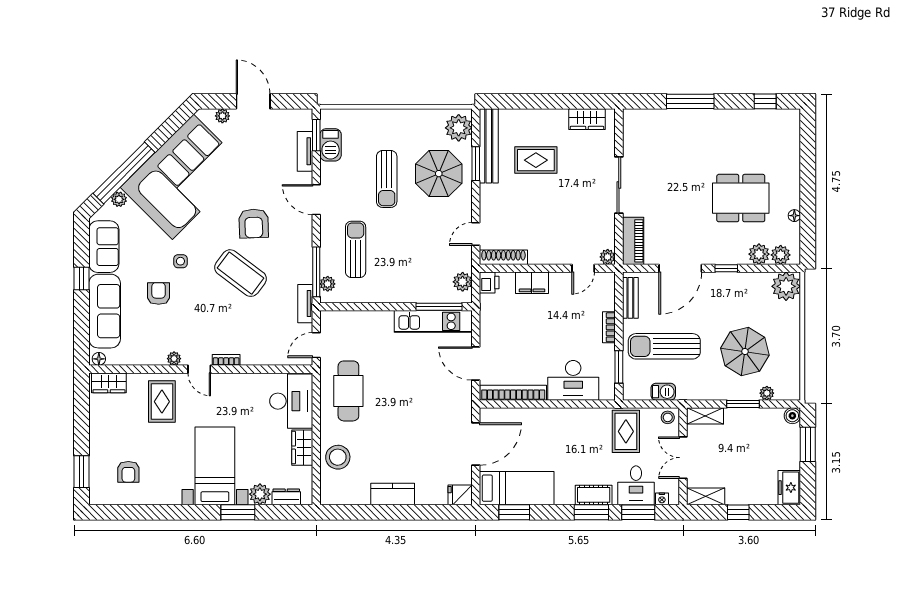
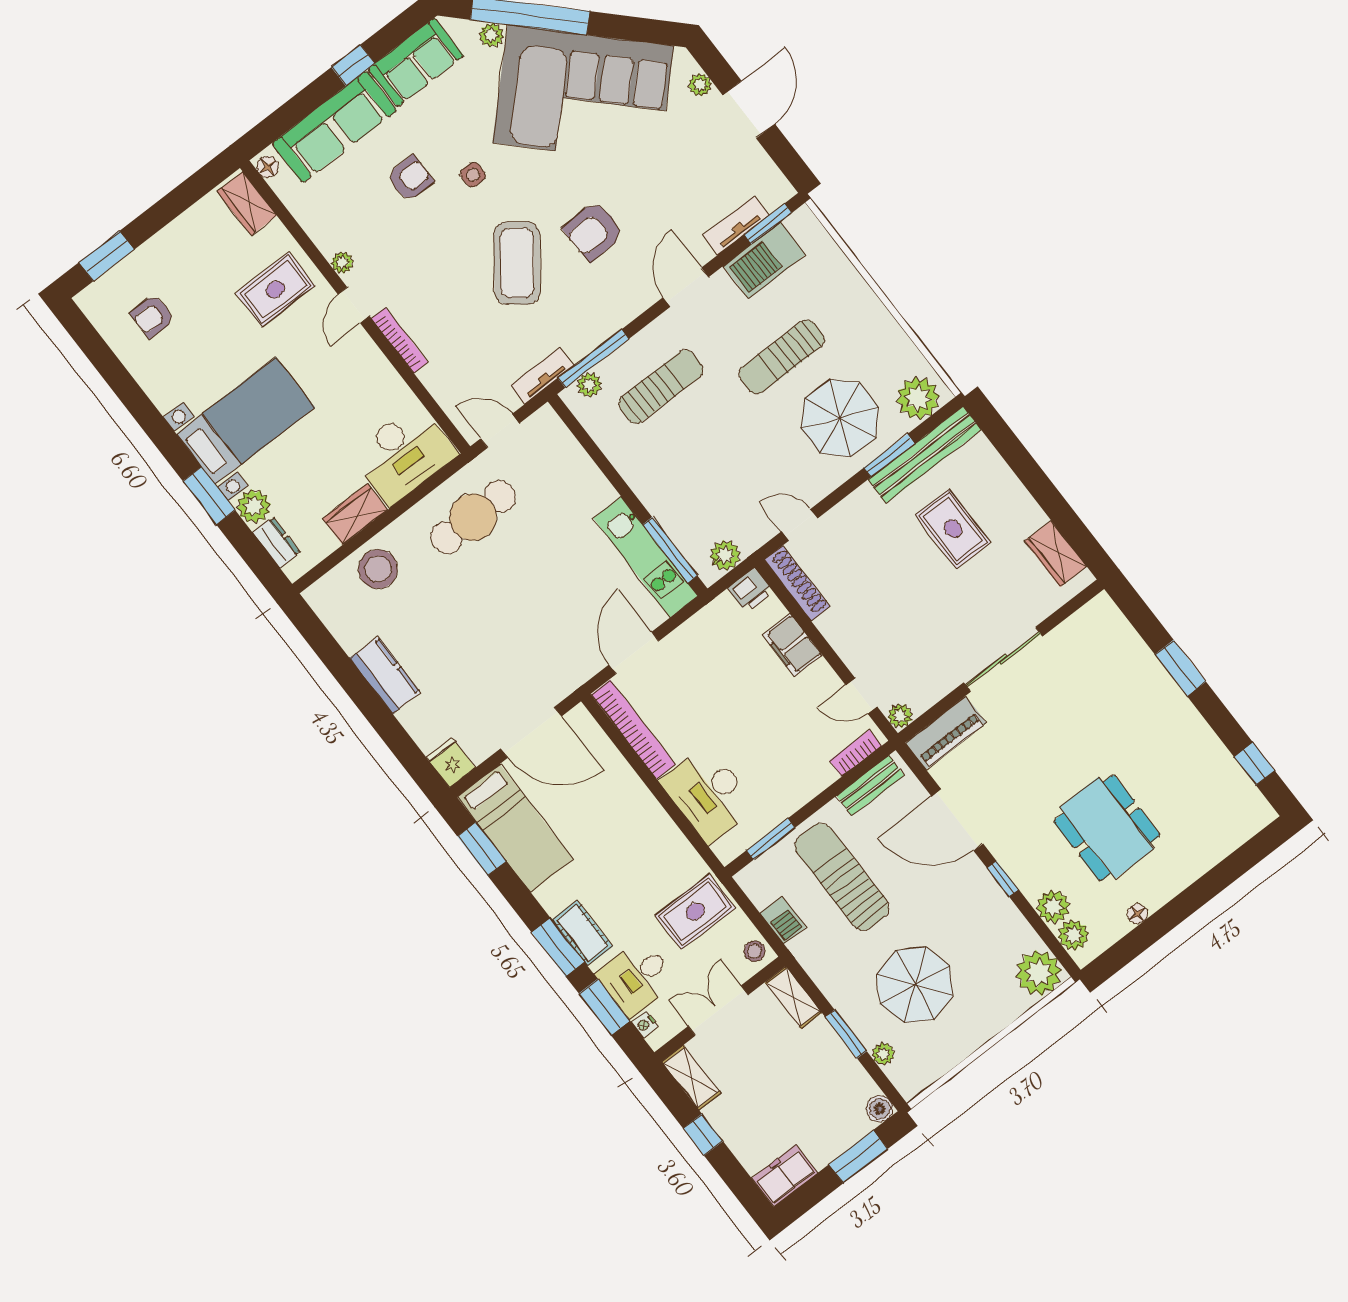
window: (690, 101) -> (1180, 668), width x0.69
barbecue: (331, 145) -> (764, 260), width x1.37, depth x1.21
bookcase: (609, 327) -> (855, 753), moved
bookcase: (226, 360) -> (400, 340), width x1.56

